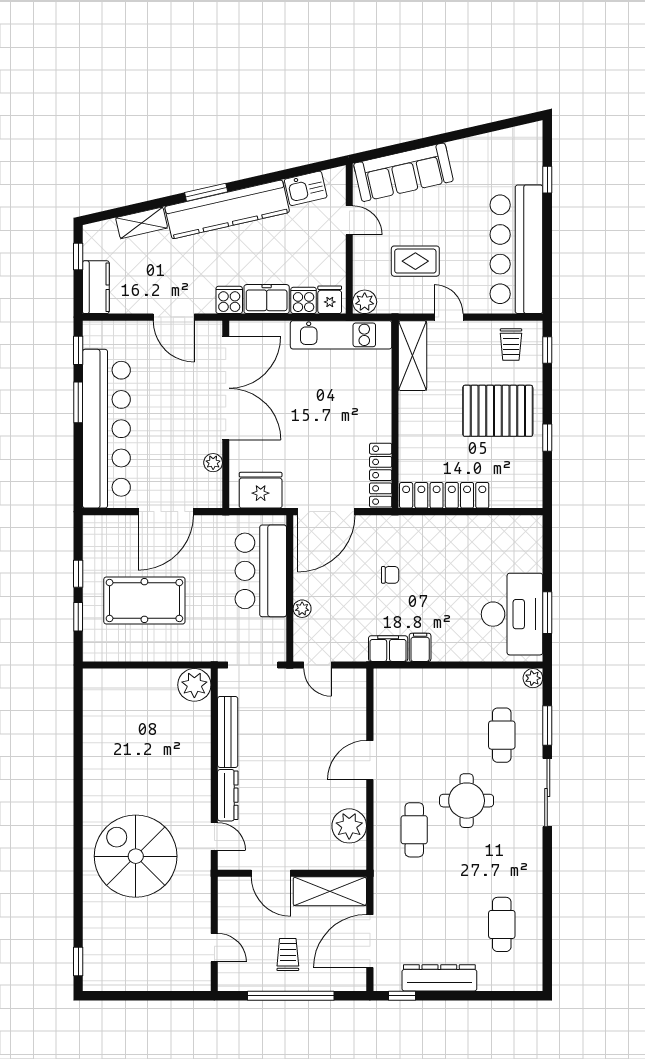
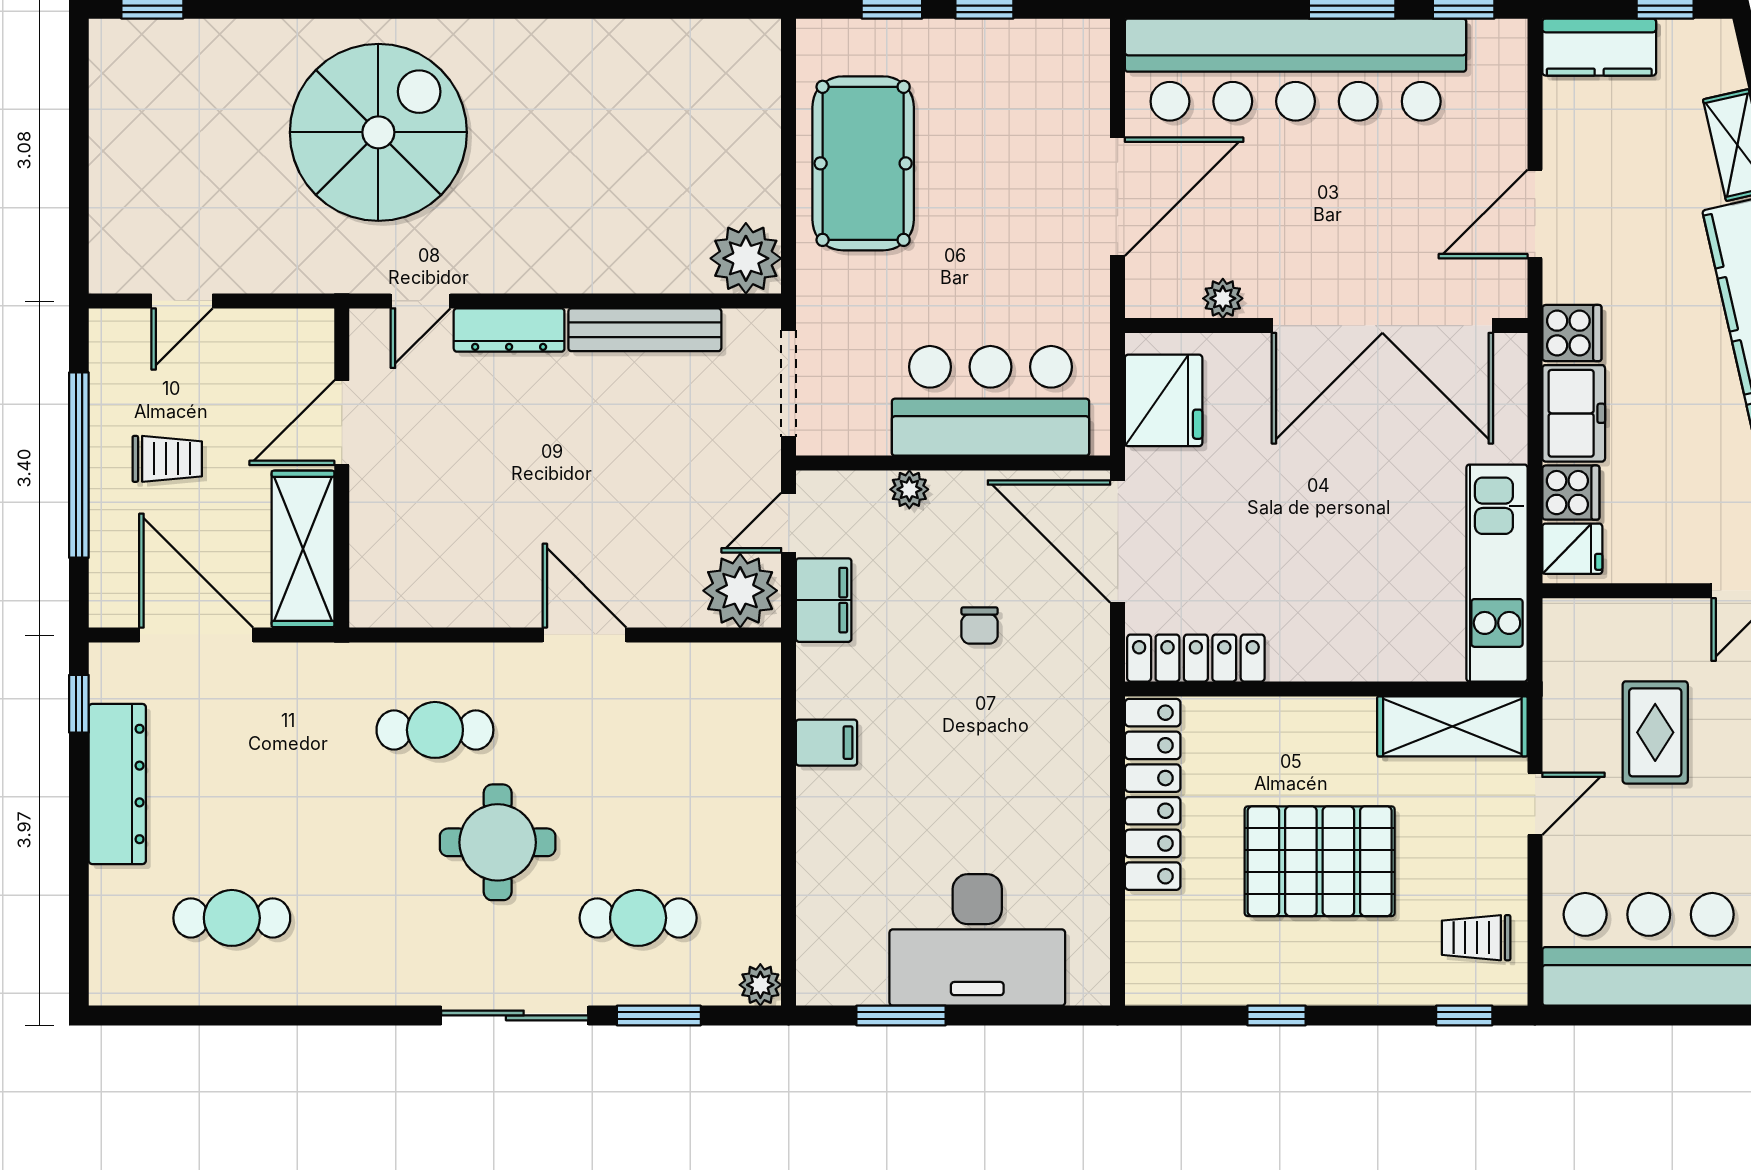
plant: (365, 302) -> (1568, 624), removed
pallet: (498, 411) -> (1320, 861), moved, turned 90
door: (166, 512) -> (1118, 197), swing flipped
chair: (390, 575) -> (980, 626), moved
pool table: (144, 600) -> (863, 163), moved
desk: (512, 614) -> (977, 940), moved
filing cabinet: (388, 649) -> (824, 600), moved
plant: (349, 826) -> (740, 591), moved

